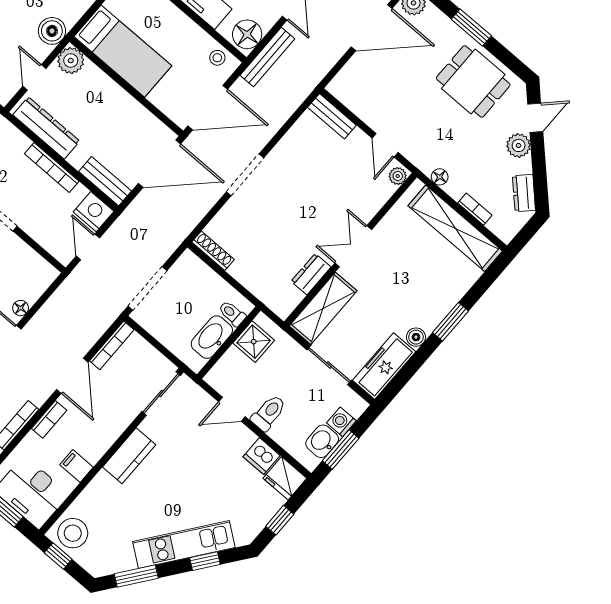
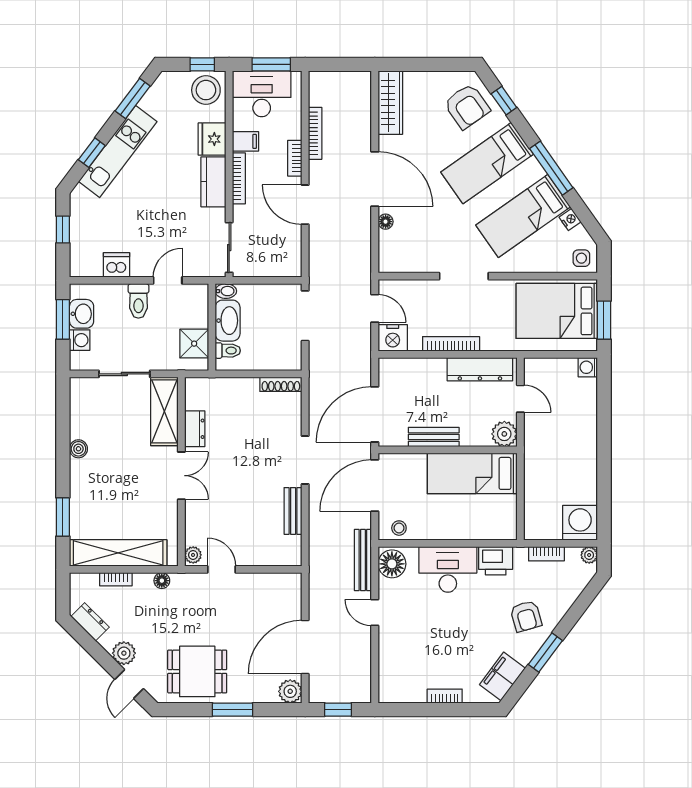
boiler: (52, 31) -> (537, 444), removed
bench: (332, 116) -> (293, 511), moved, turned 90
bench: (105, 181) -> (434, 437), moved
window: (450, 322) -> (63, 517), moved
bookcase: (112, 345) -> (239, 178), moved, turned 180
bidet: (193, 362) -> (226, 291), added
freezer: (384, 366) -> (84, 408), removed
fridge: (285, 478) -> (212, 139), moved, turned -90

